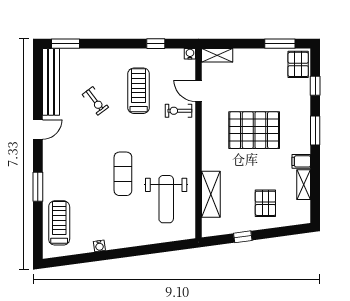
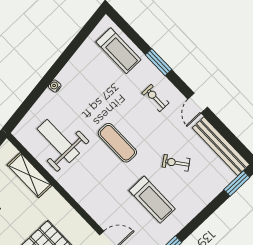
exercise bike: (179, 111) -> (155, 98), moved, turned -90
exercise mat: (123, 174) -> (117, 143), moved
water cooler: (99, 246) -> (55, 86), moved

